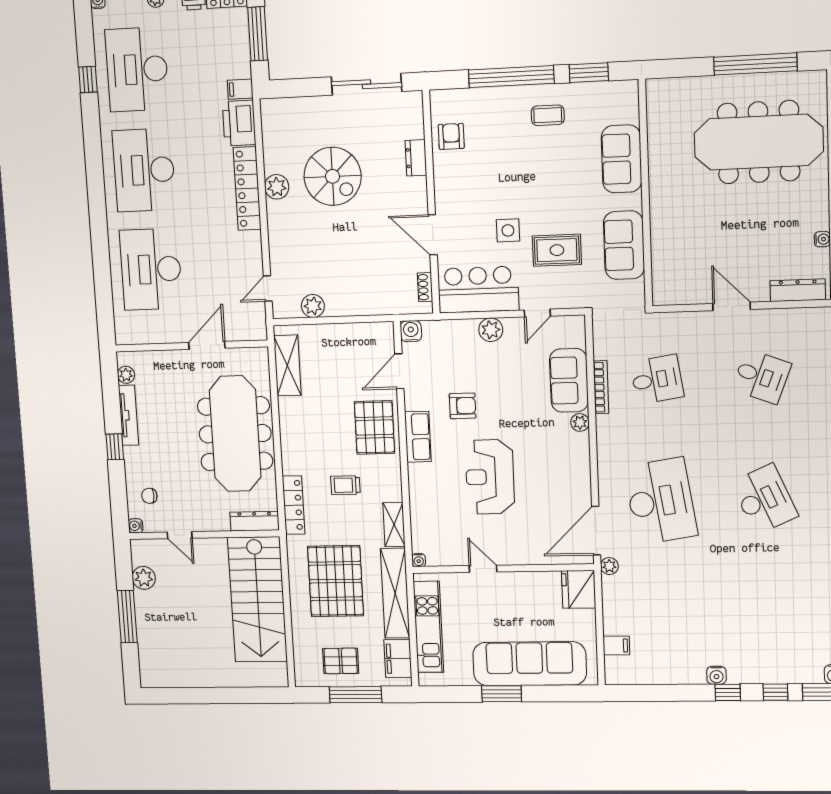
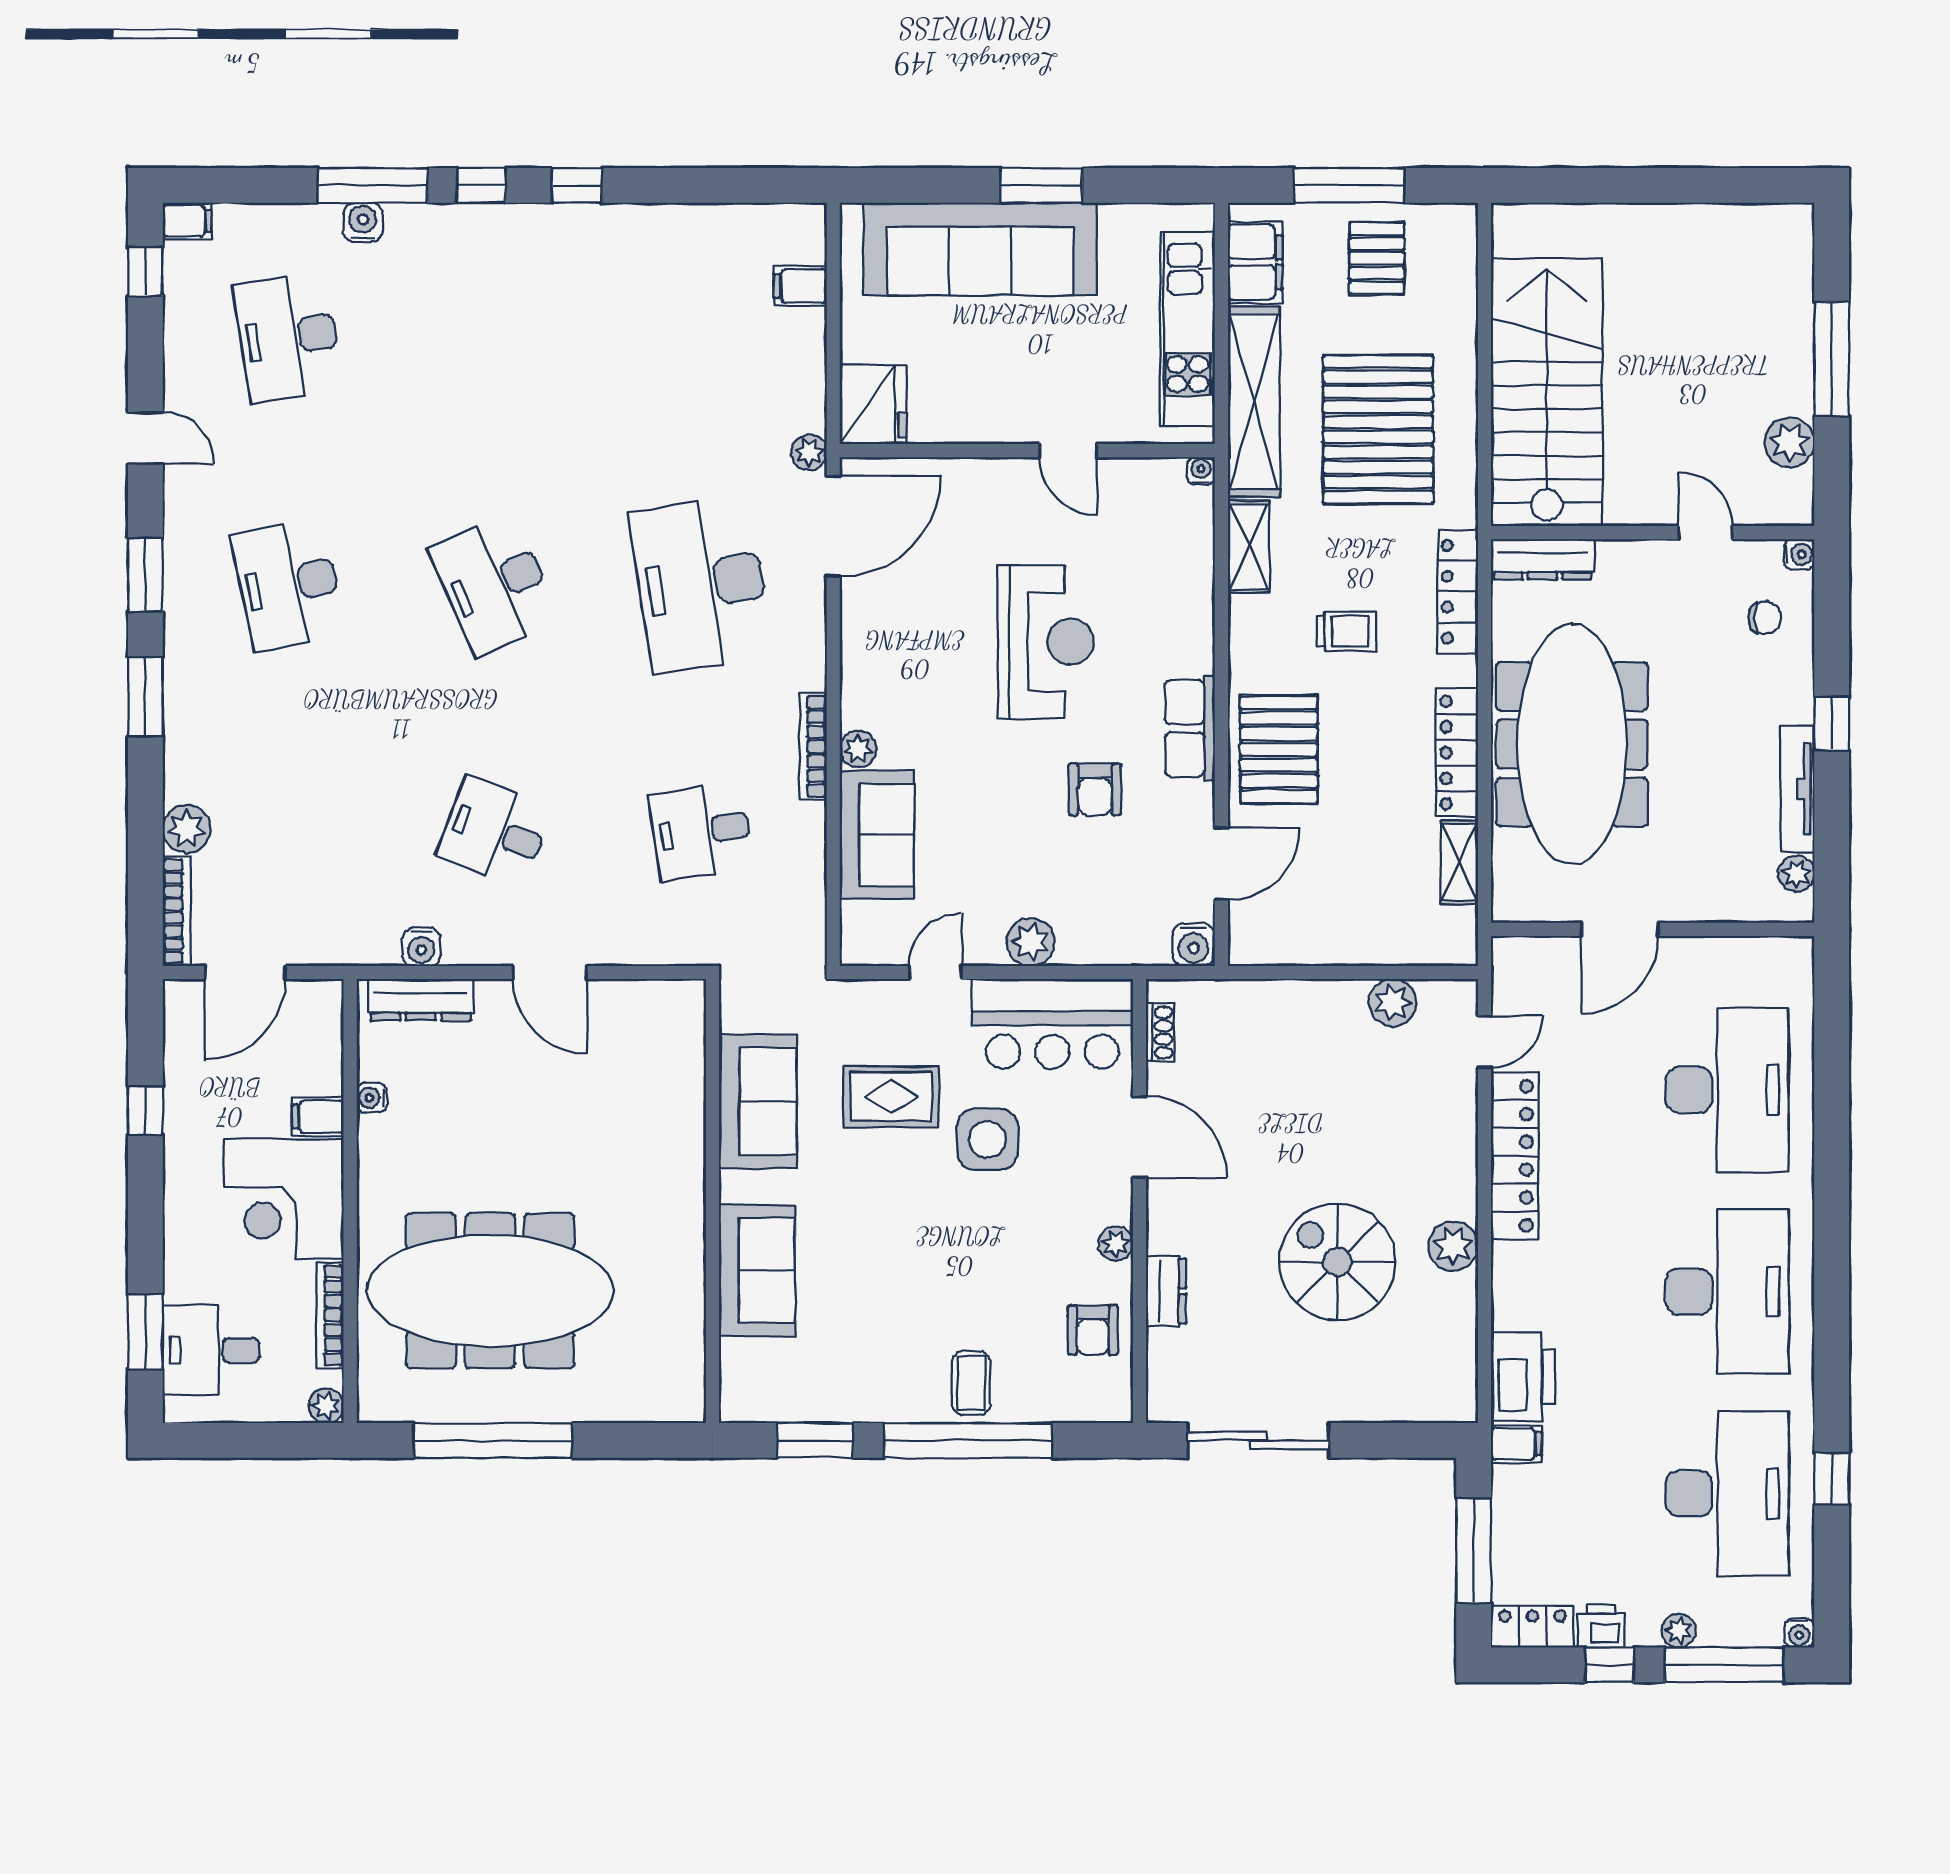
coffee table: (548, 115) -> (971, 1383), moved, turned 90
plant: (442, 181) -> (1116, 1244), added
locker: (247, 189) -> (1515, 1156), moved
side table: (508, 230) -> (987, 1140), width x1.37, depth x1.37
shelving: (287, 365) -> (1459, 862), width x0.67, depth x0.75
bookcase: (601, 387) -> (813, 747), moved
armchair: (463, 406) -> (1095, 789), turned -90
locker: (289, 428) -> (1457, 753), added
pallet: (341, 661) -> (1377, 258), turned 90
water cooler: (716, 675) -> (421, 947), moved, turned 180

